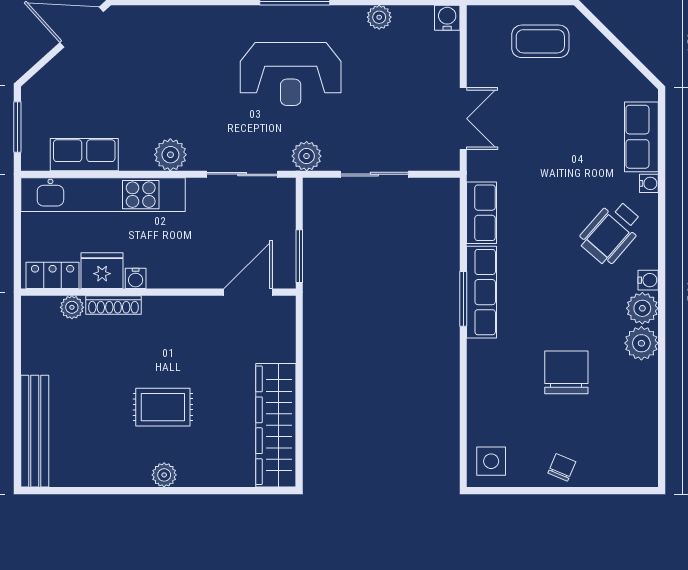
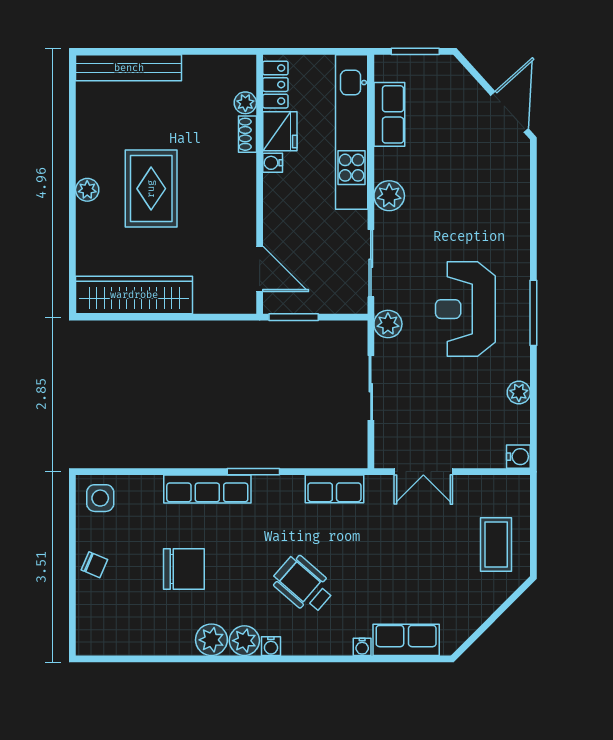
wheelchair: (611, 232) -> (303, 585), moved
row of seats: (482, 292) -> (207, 489), moved
shoe rack: (114, 305) -> (247, 134), width x0.70
rug: (163, 407) -> (151, 189), width x1.36, depth x1.43

